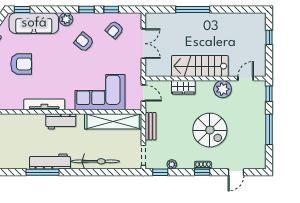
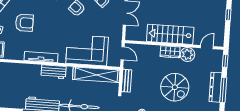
wardrobe: (183, 87) -> (170, 52), moved
dresser: (259, 127) -> (216, 87), added

